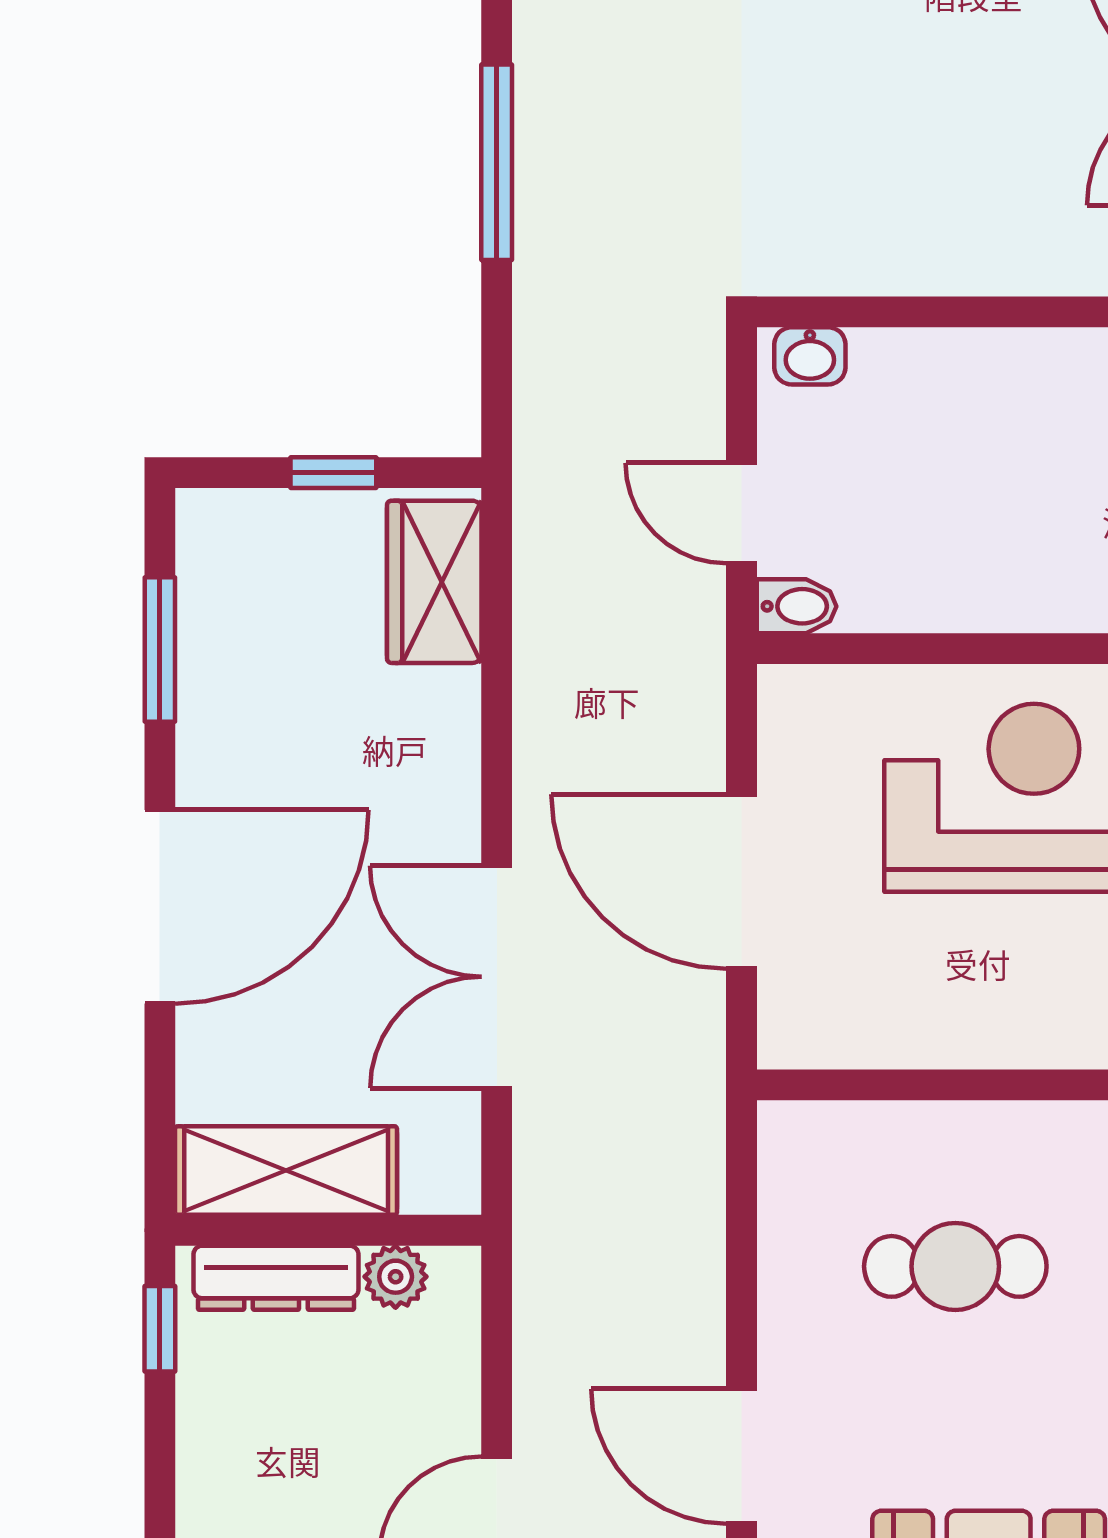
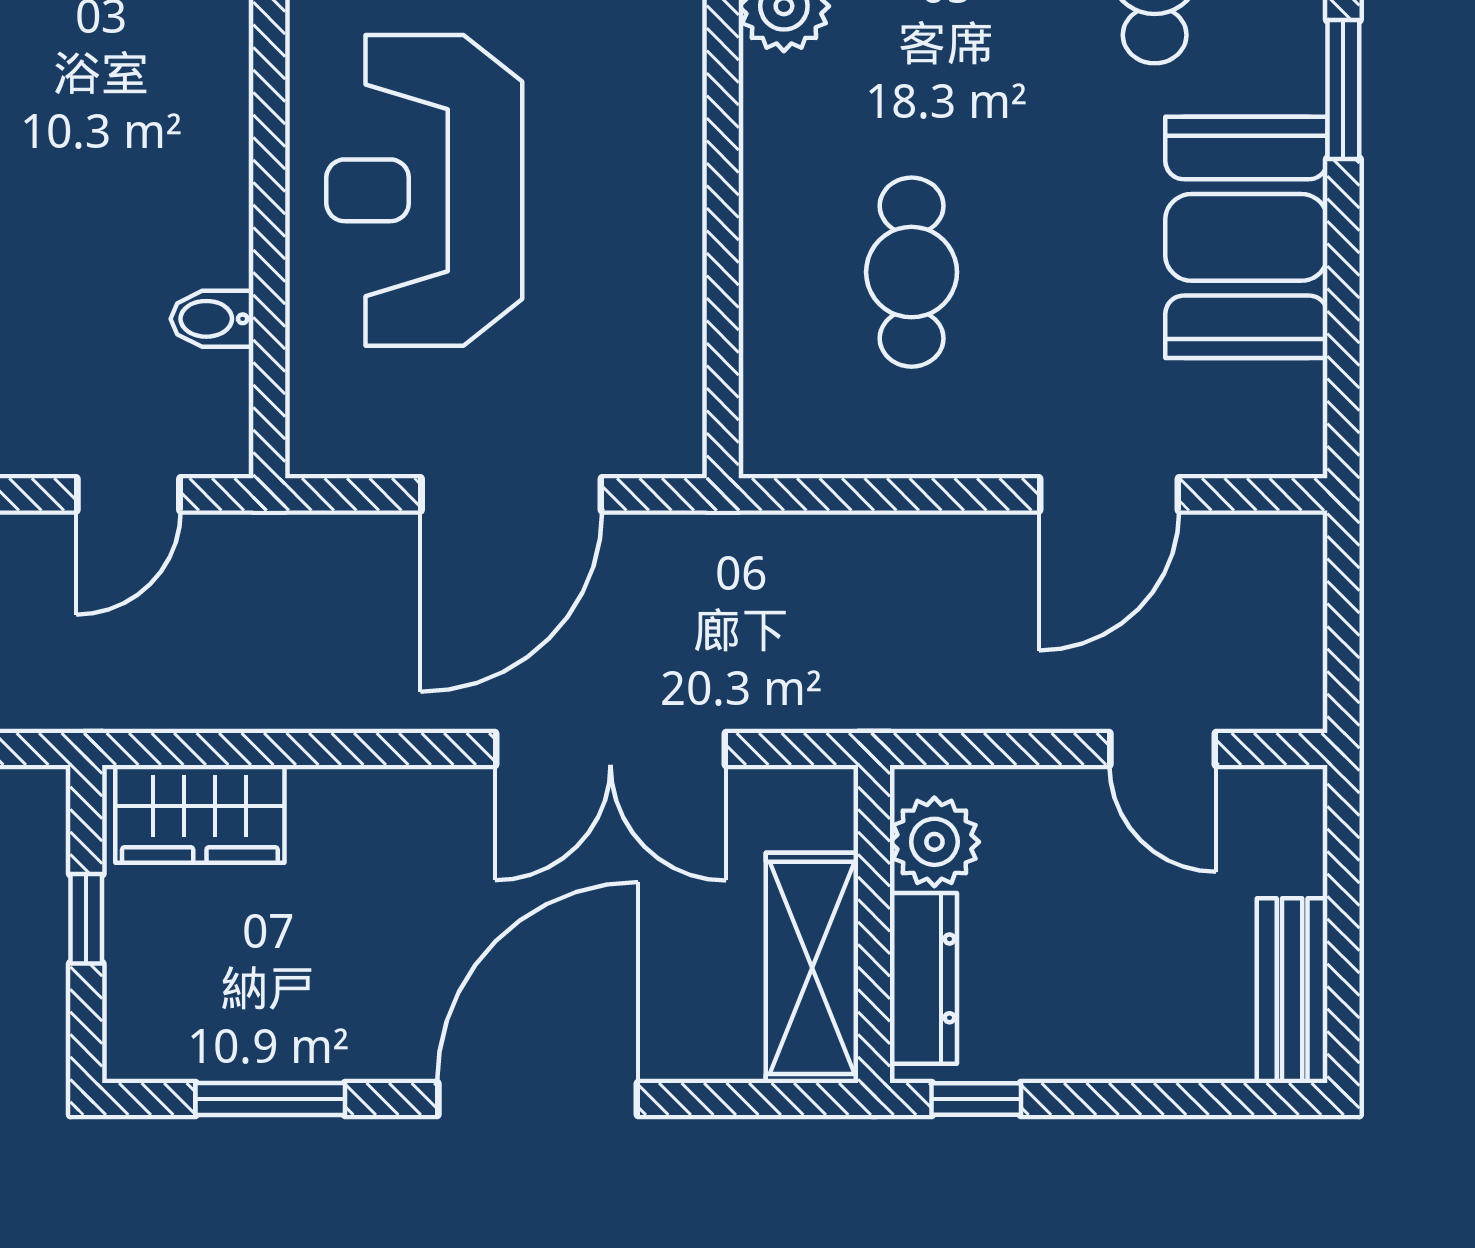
bidet: (797, 606) -> (212, 319), moved, turned -90
door: (160, 907) -> (538, 1099), hinge flipped
plant: (396, 1277) -> (934, 842), width x1.38, depth x1.38

